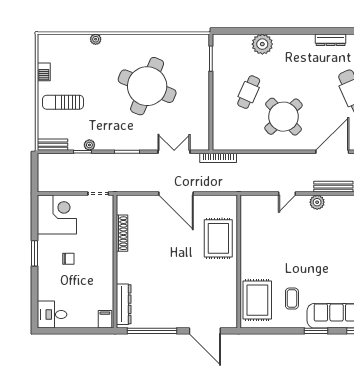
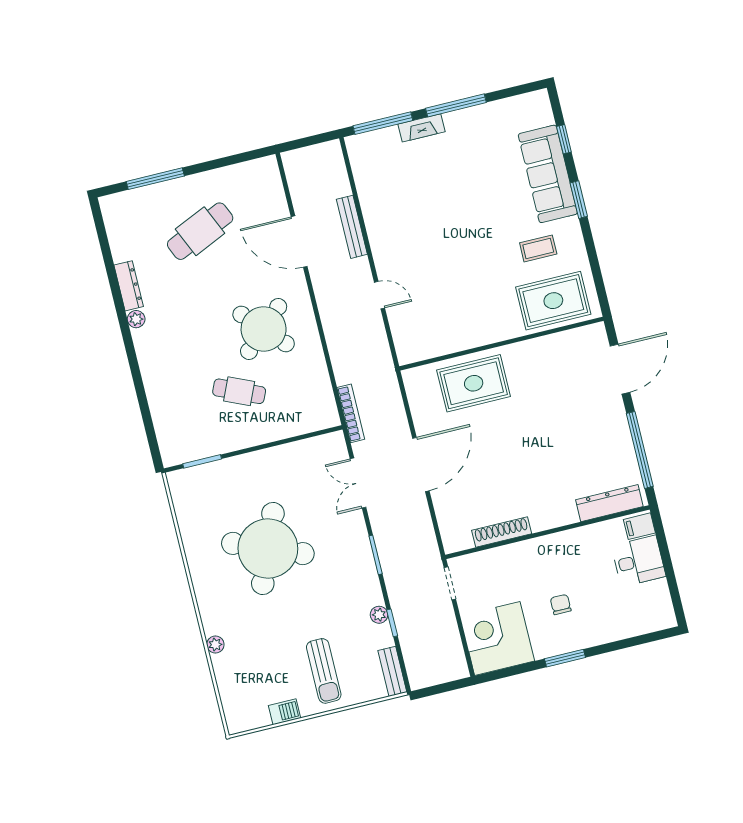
plant: (262, 44) -> (136, 319), moved, width x0.53, depth x0.53
plant: (317, 202) -> (382, 246), removed
desk: (52, 315) -> (638, 561), moved, turned -90

